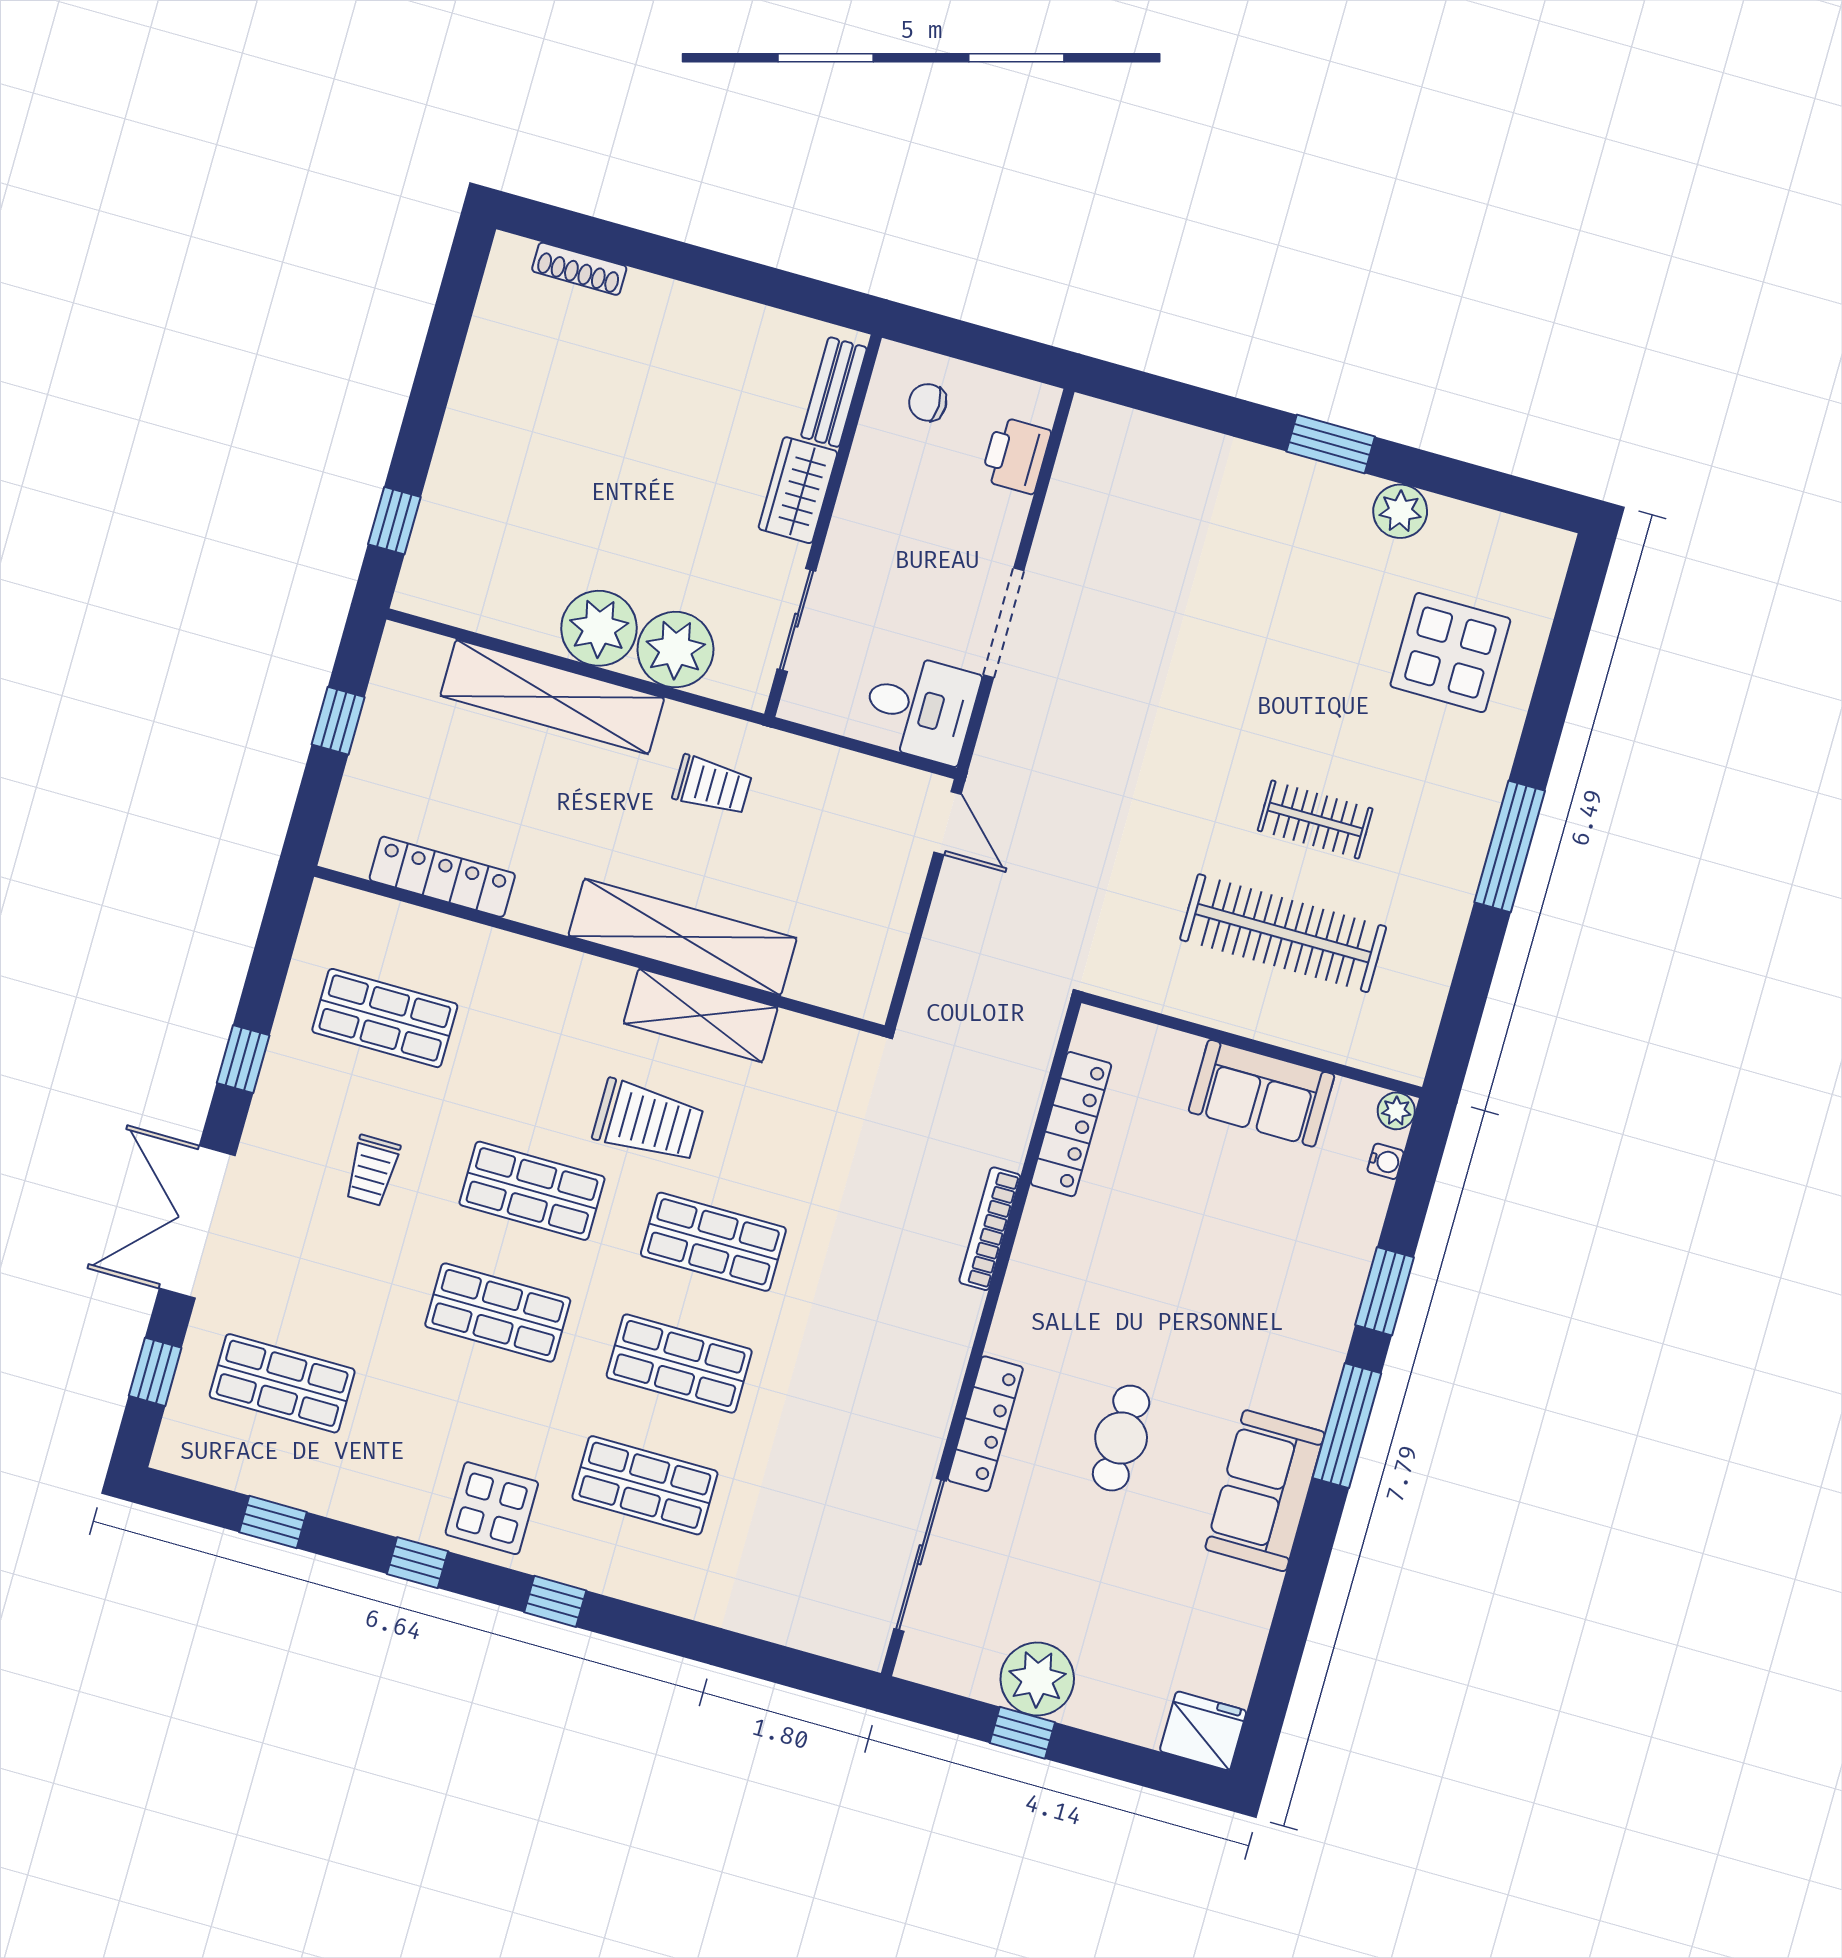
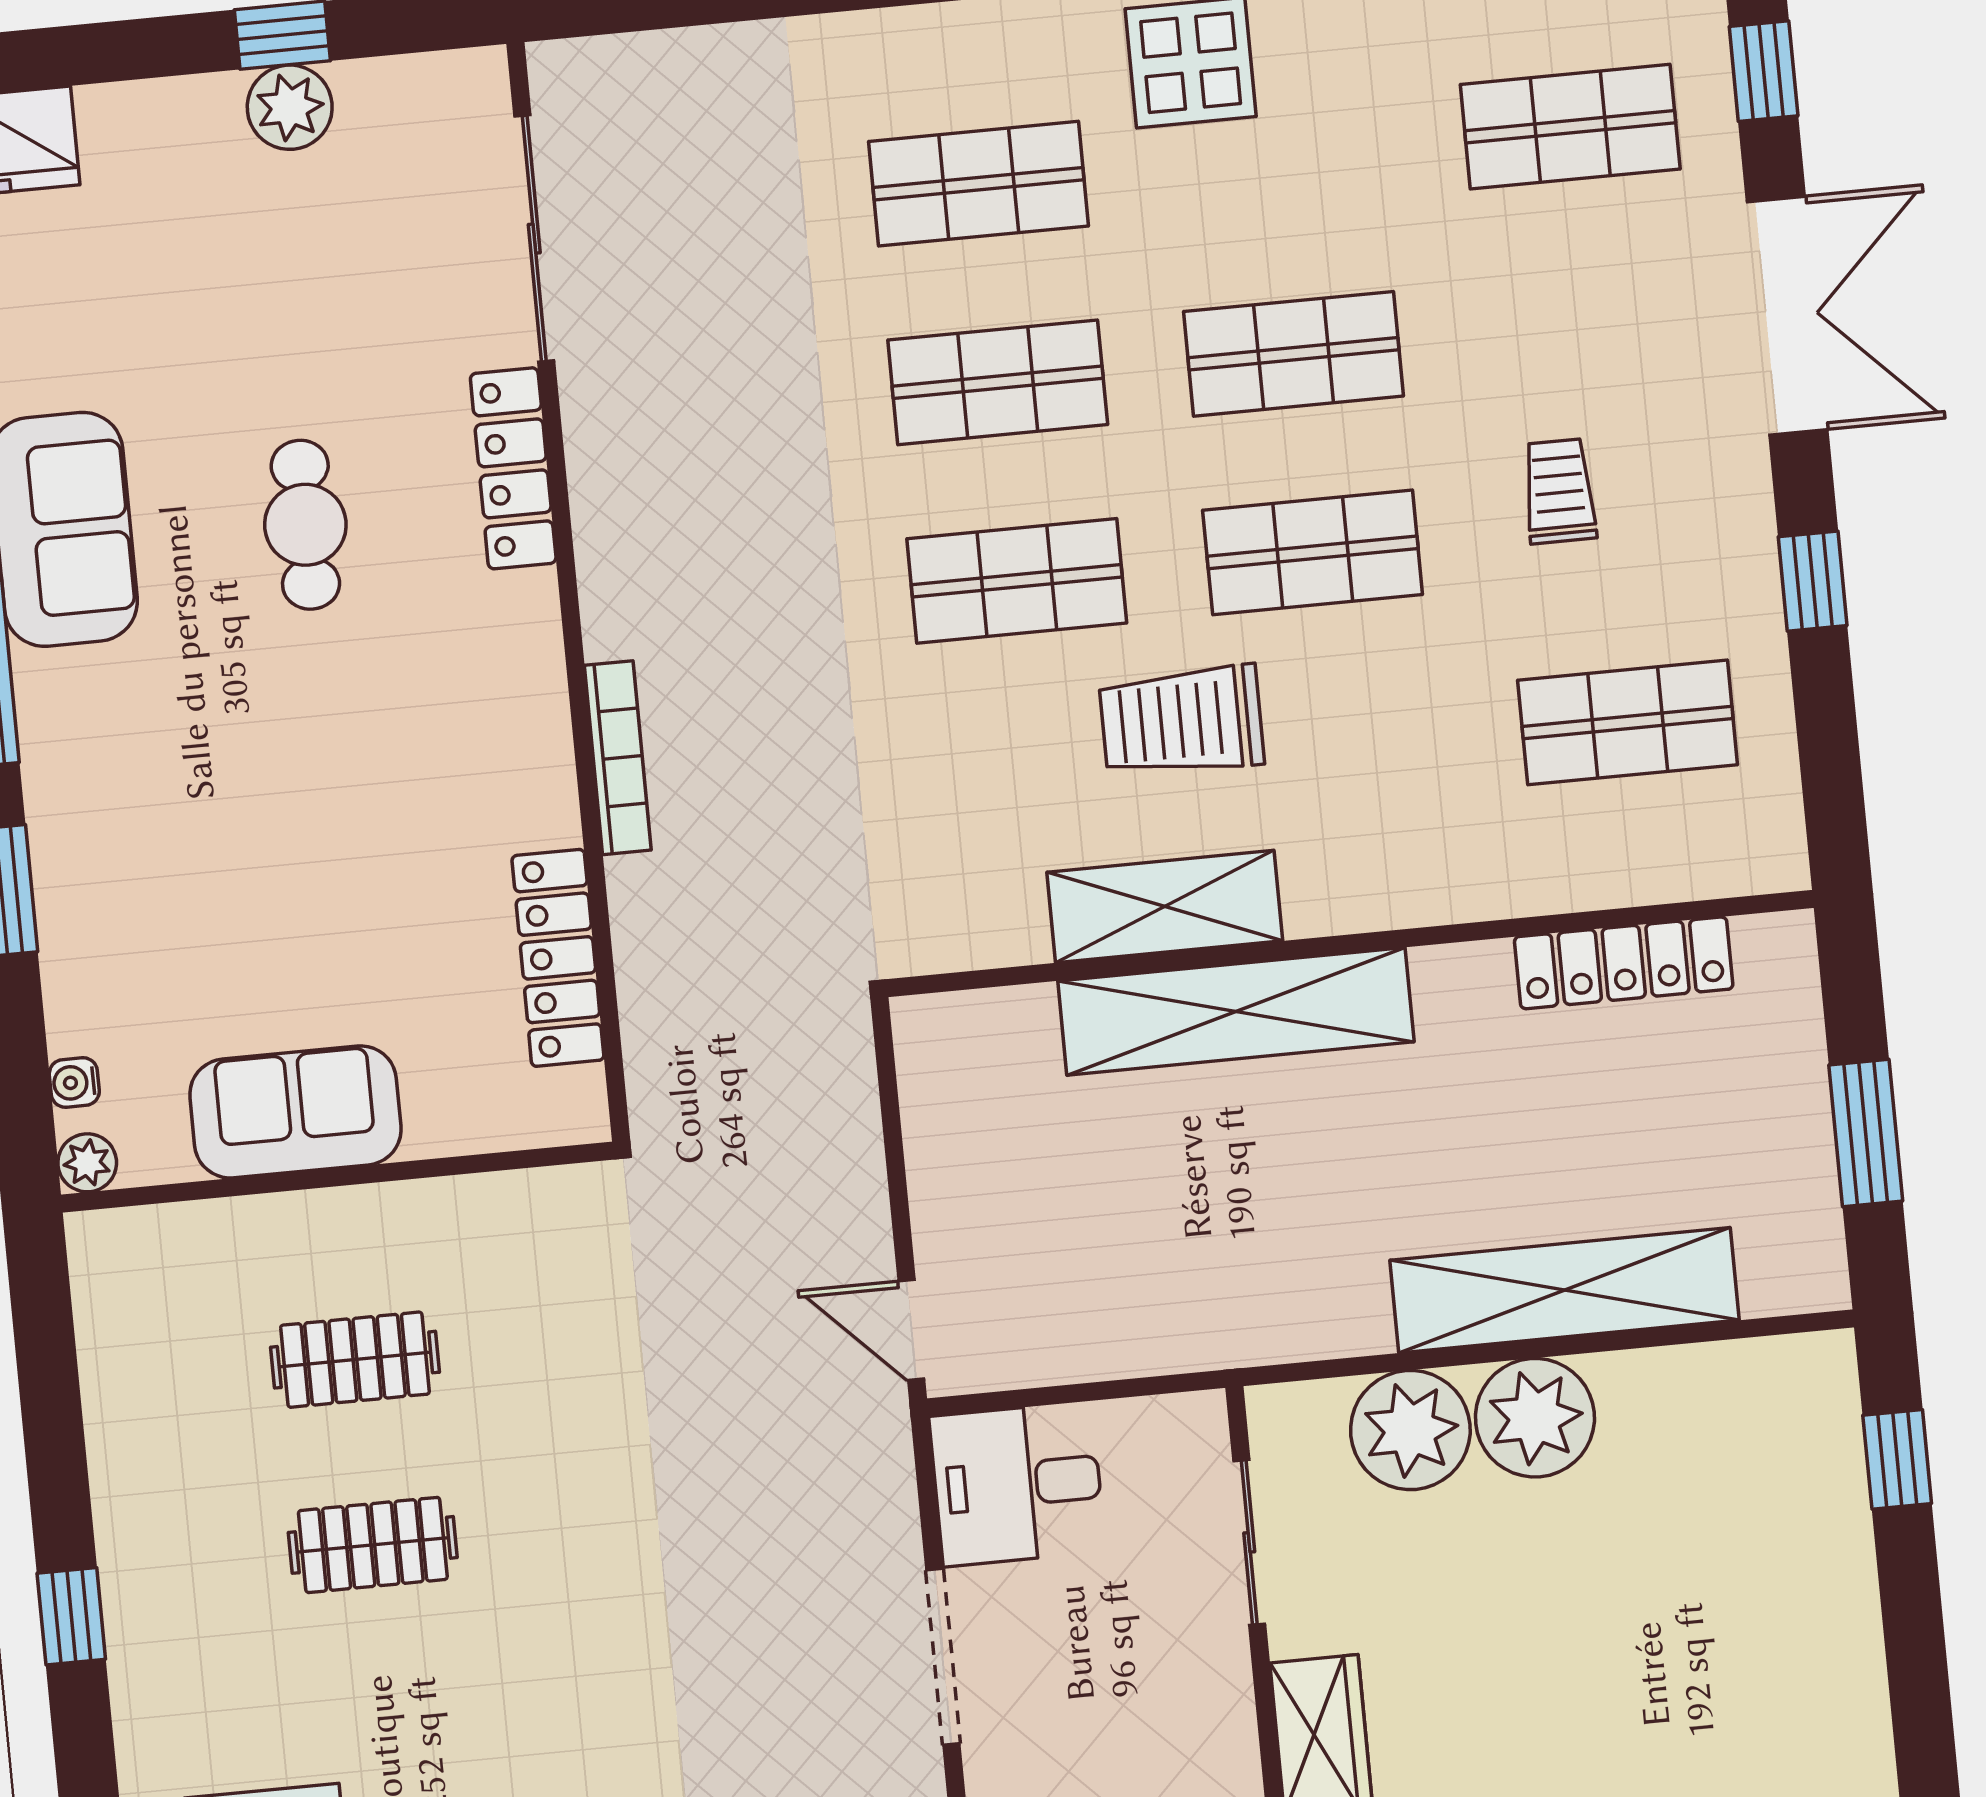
window: (338, 721) -> (1866, 1133), width x1.50
trolley: (712, 785) -> (1279, 1251), removed
window: (1510, 846) -> (71, 1616), width x0.46
clothes rail: (1283, 933) -> (355, 1360), width x0.54, depth x0.76
plant: (1037, 1679) -> (290, 107), width x0.73, depth x0.73

